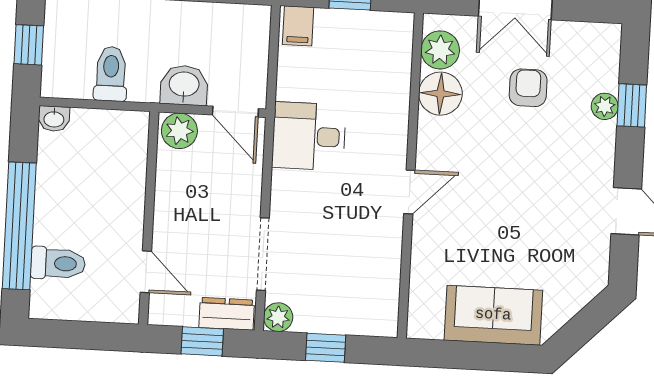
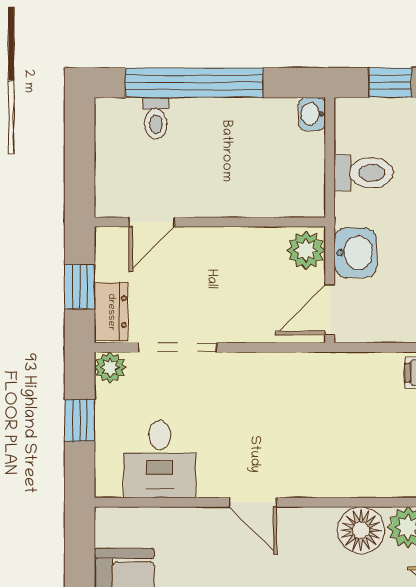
desk: (309, 136) -> (160, 459), moved, turned 180
toilet: (58, 263) -> (156, 118), width x0.73, depth x0.72

